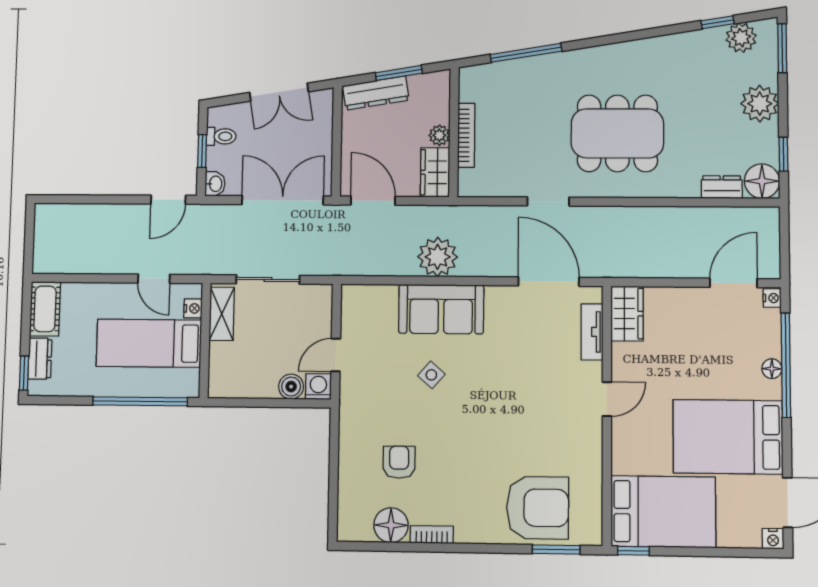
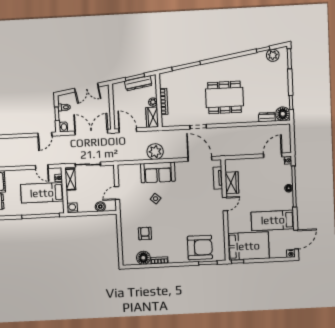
dresser: (376, 93) -> (138, 83), moved
plant: (760, 104) -> (281, 82), removed
wardrobe: (627, 314) -> (232, 183), moved
washing machine: (318, 387) -> (72, 208), moved
bed: (728, 437) -> (273, 220), width x0.67

